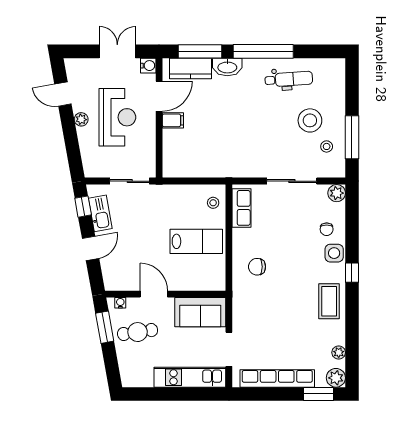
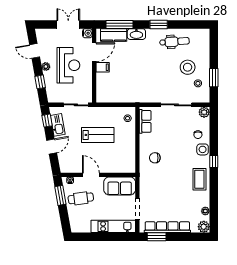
window: (263, 51) -> (159, 24), width x0.47
window: (352, 137) -> (214, 78), width x0.69
window: (72, 144) -> (40, 82), added
lab bench: (196, 241) -> (98, 135), moved
window: (318, 394) -> (157, 237), moved

